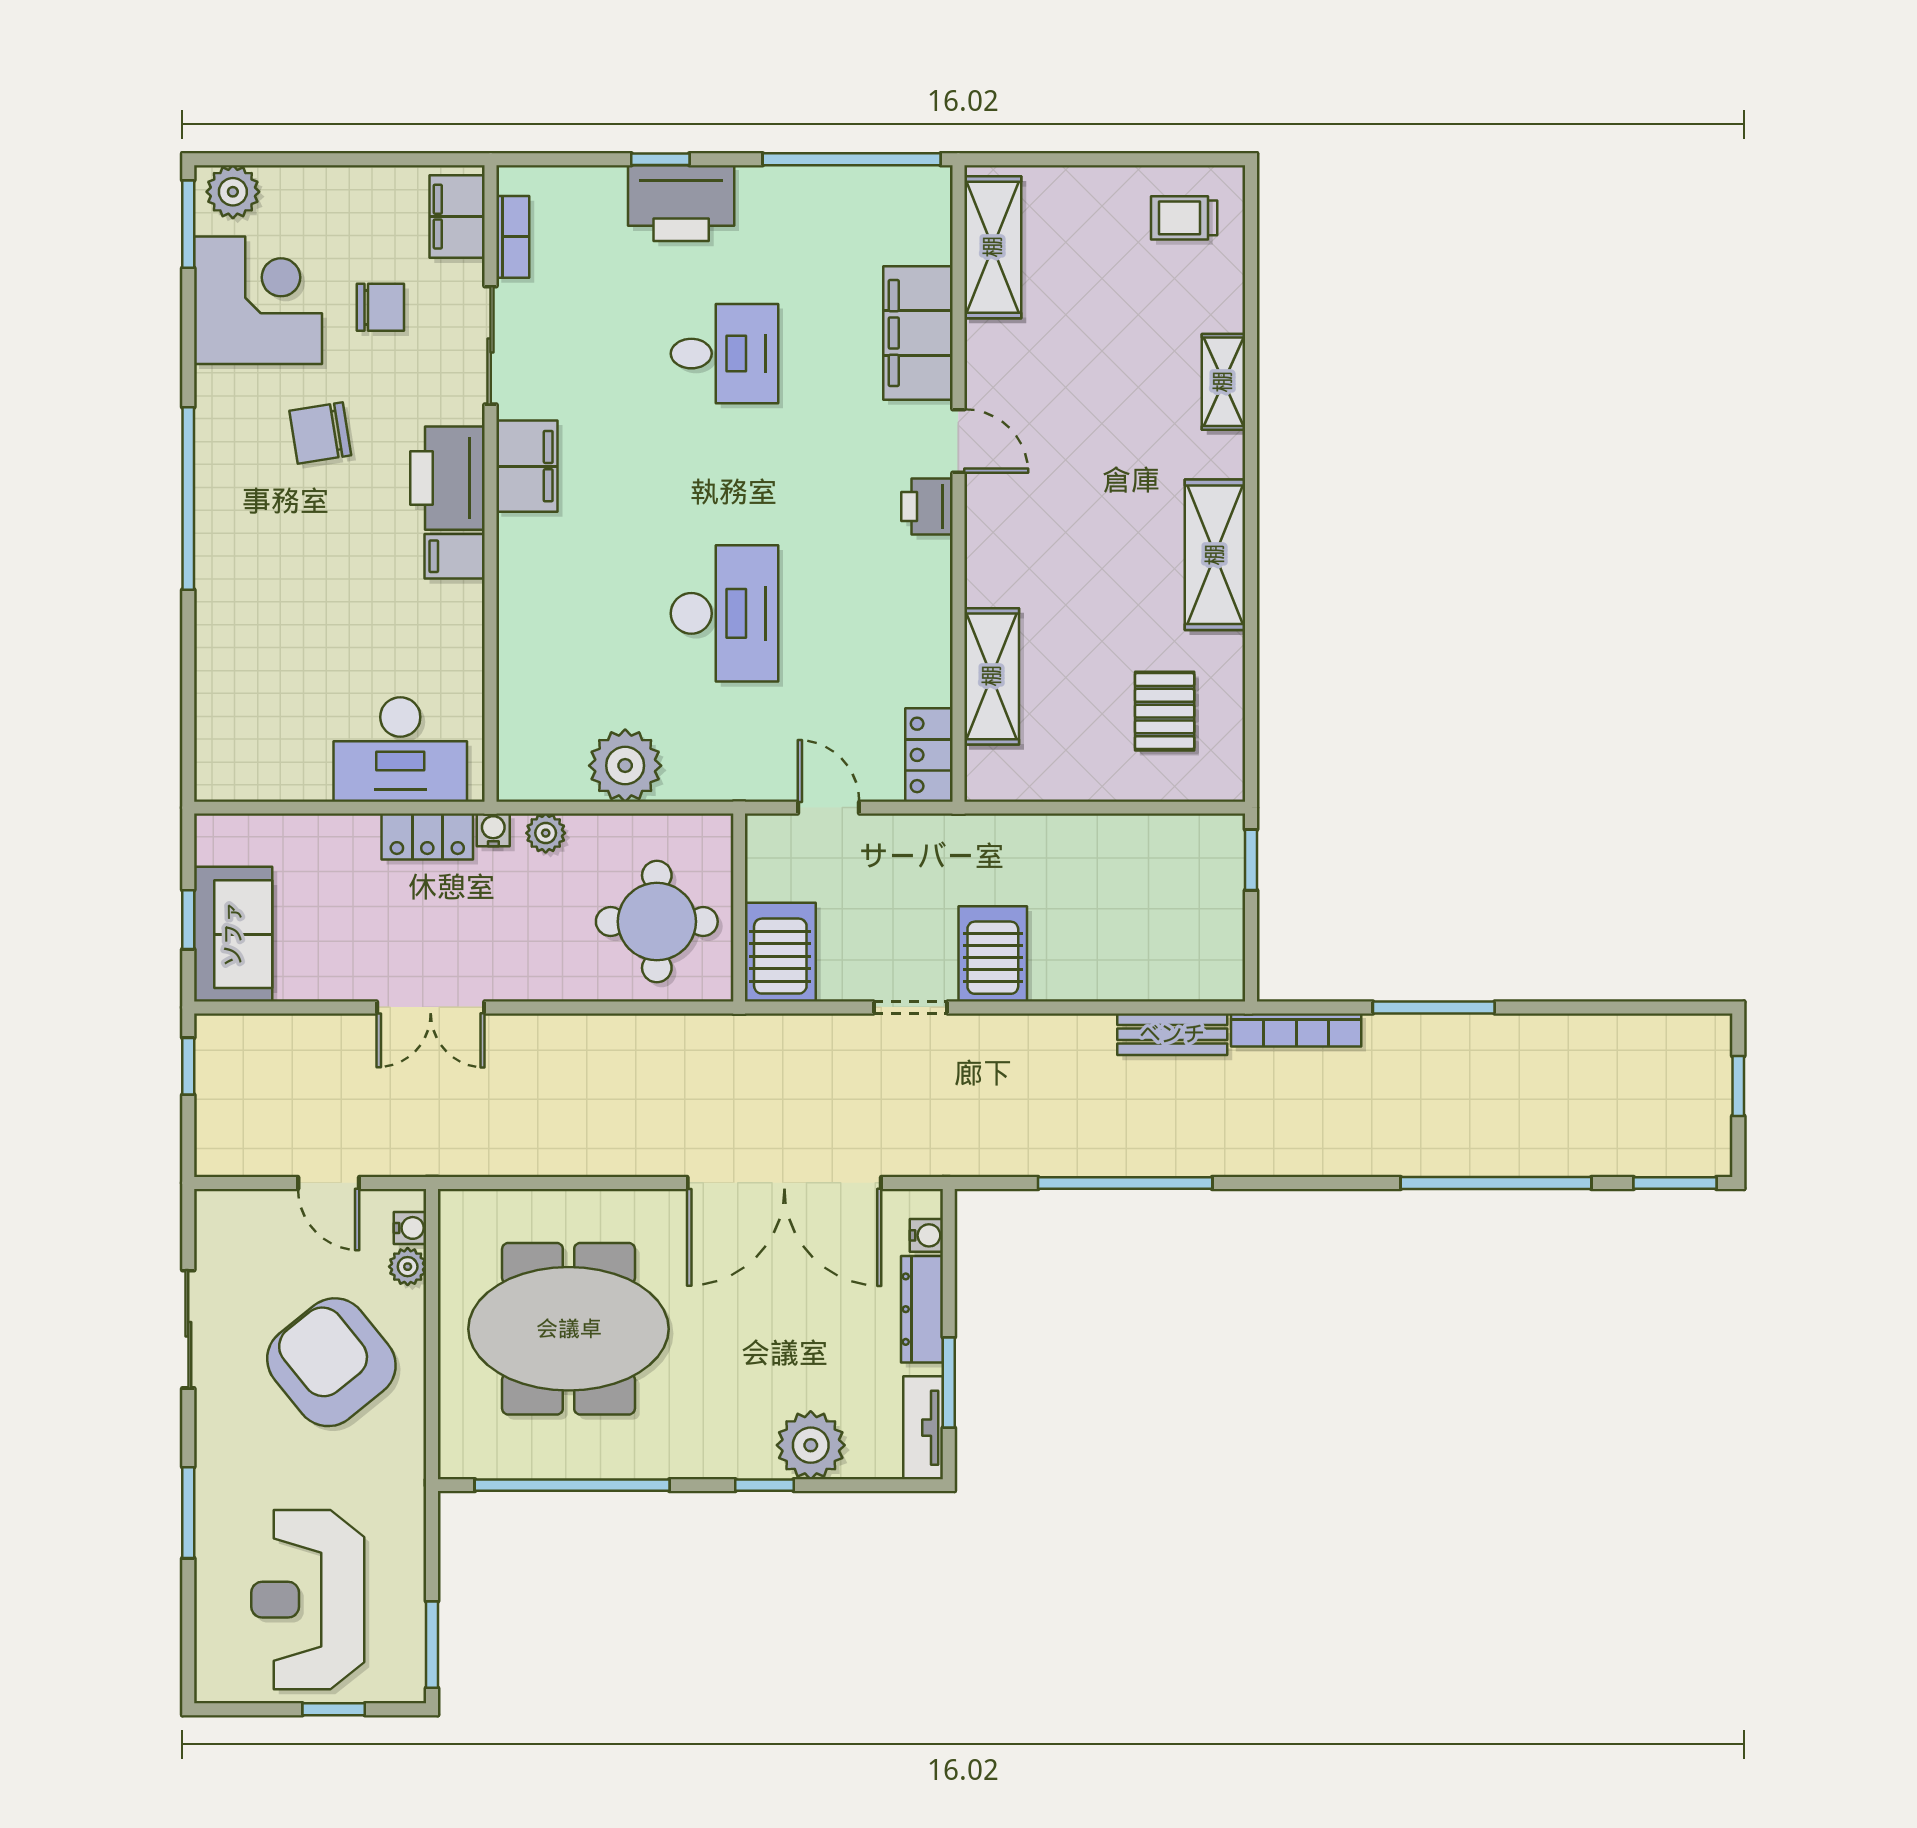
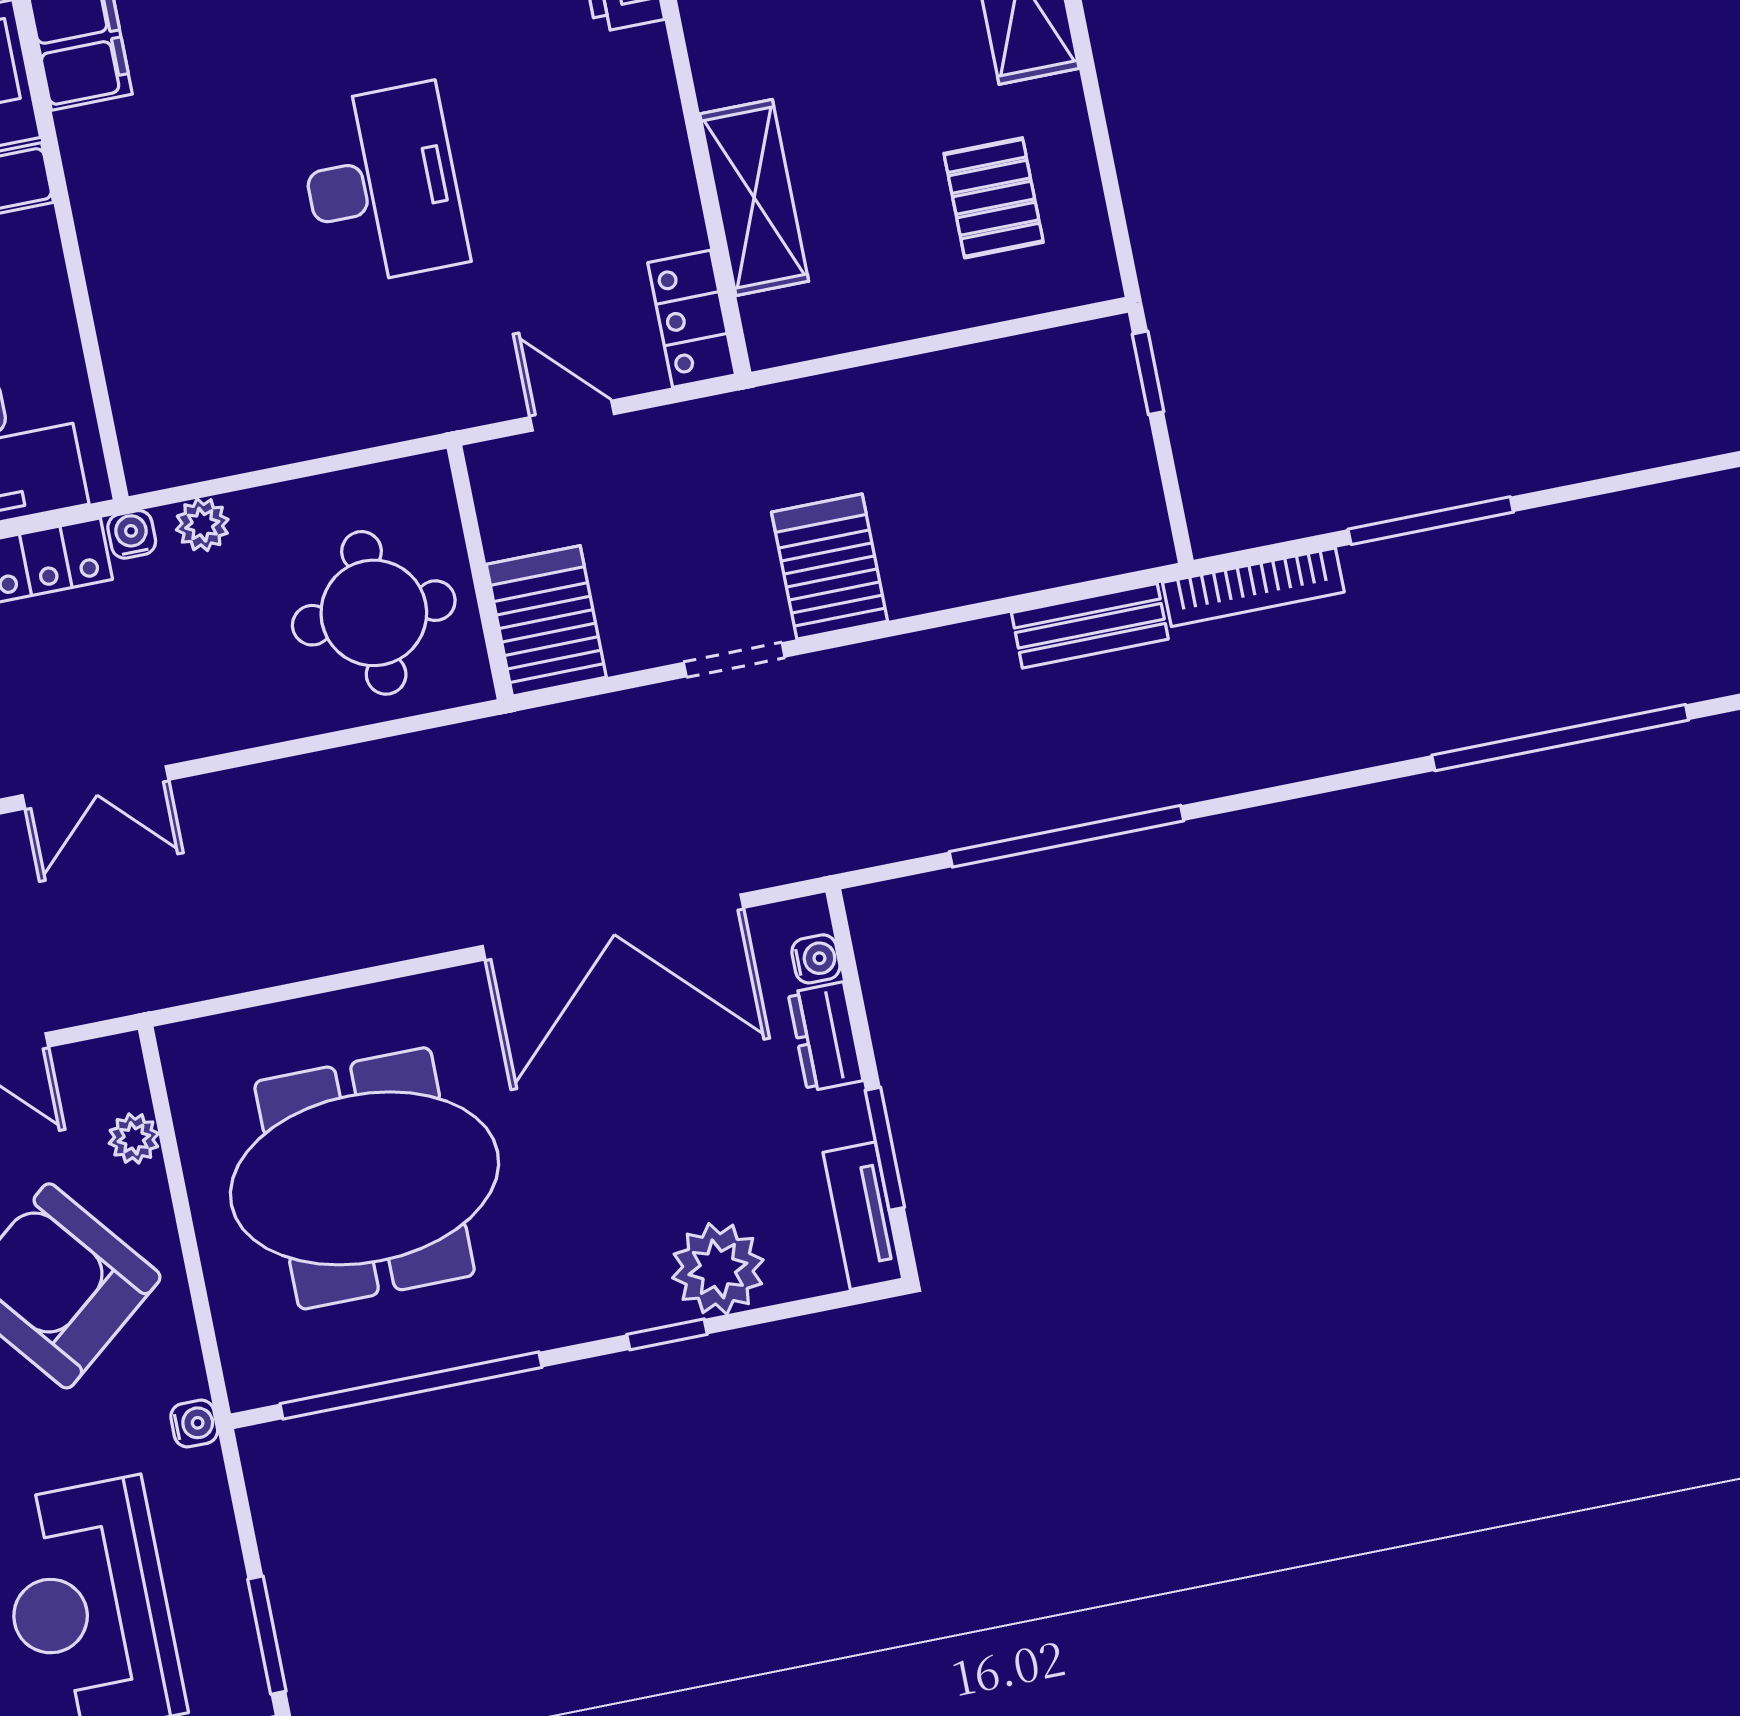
plant: (625, 766) -> (290, 414), removed
water cooler: (410, 1228) -> (194, 1424), moved
dresser: (922, 1309) -> (825, 1037), width x0.70

